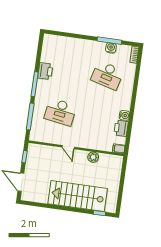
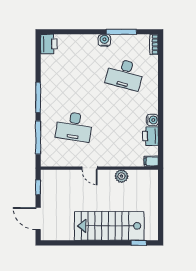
water cooler: (111, 48) -> (104, 40), moved
printer: (45, 71) -> (49, 44), moved

